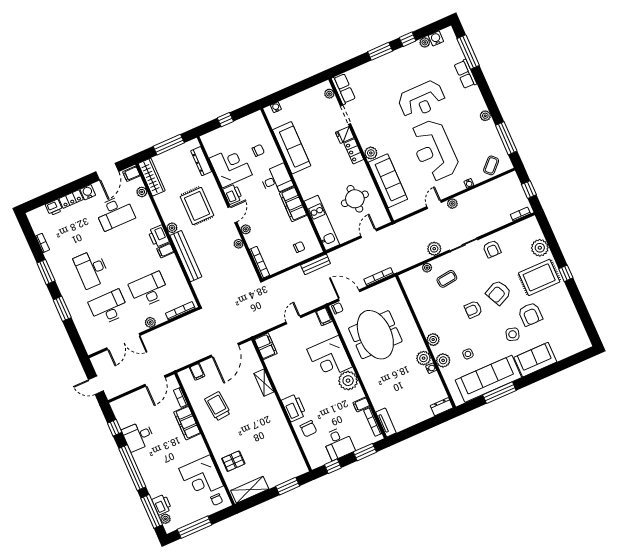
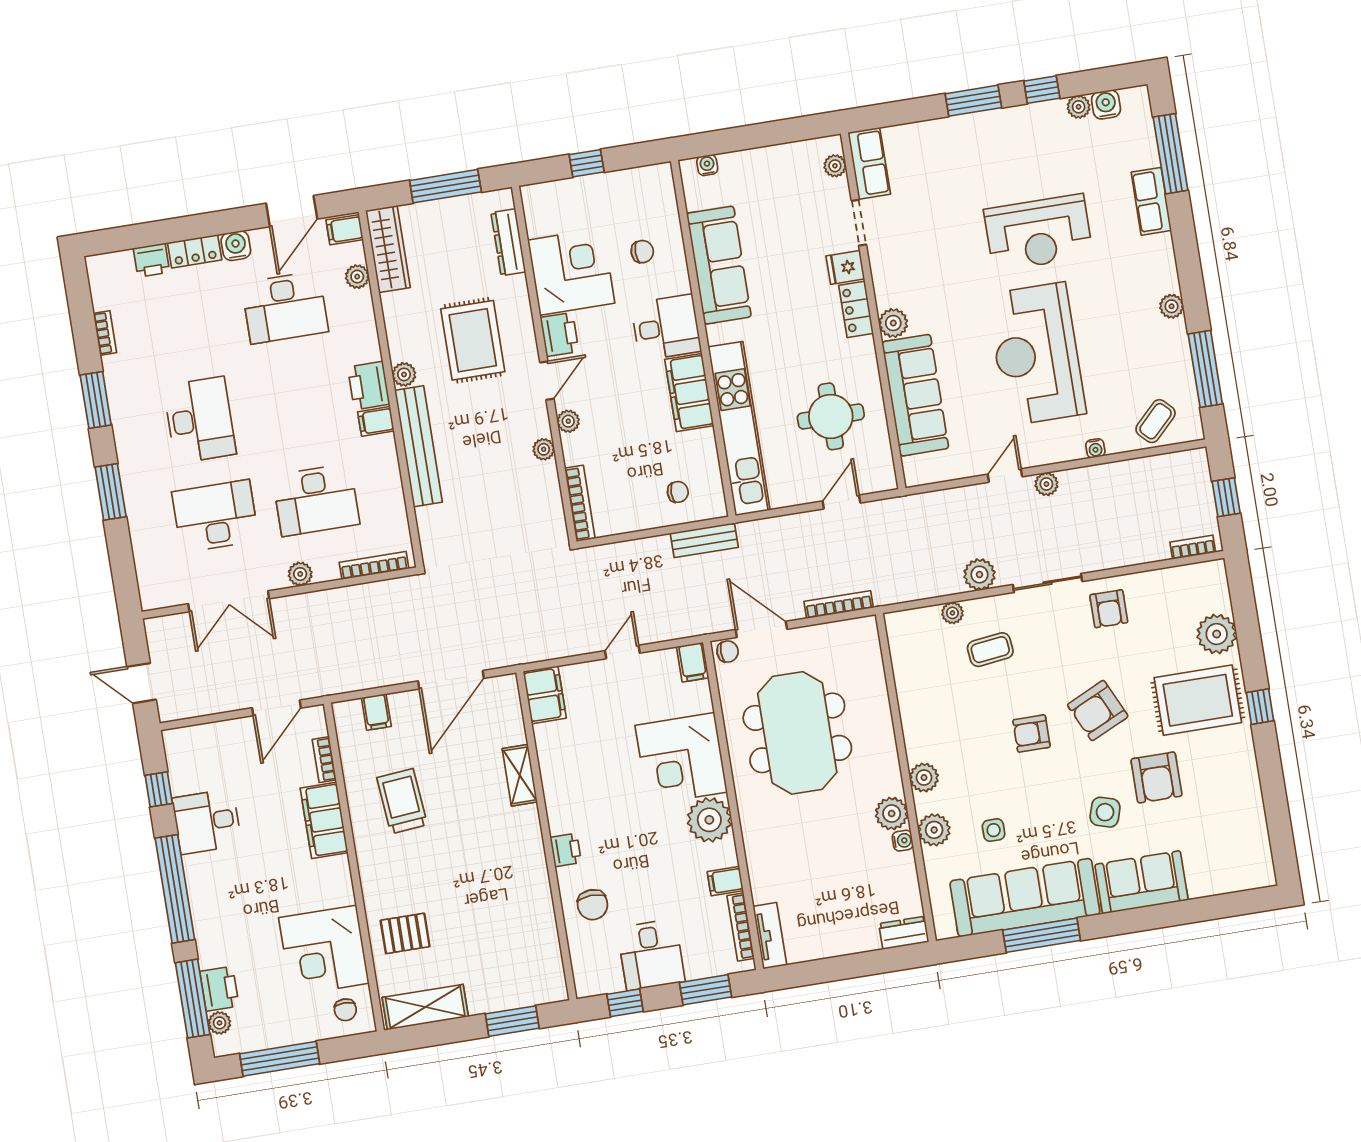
kitchen unit: (322, 223) -> (739, 429), width x1.36
desk: (92, 269) -> (200, 420), turned 180
desk: (149, 290) -> (316, 500), turned 180
printer: (294, 408) -> (566, 850), width x0.53, depth x0.68

